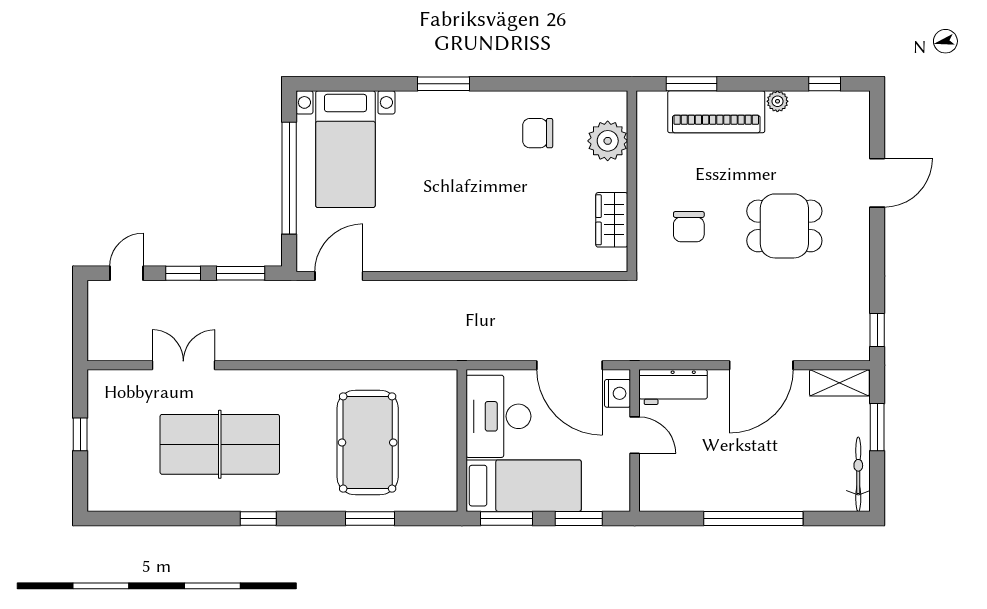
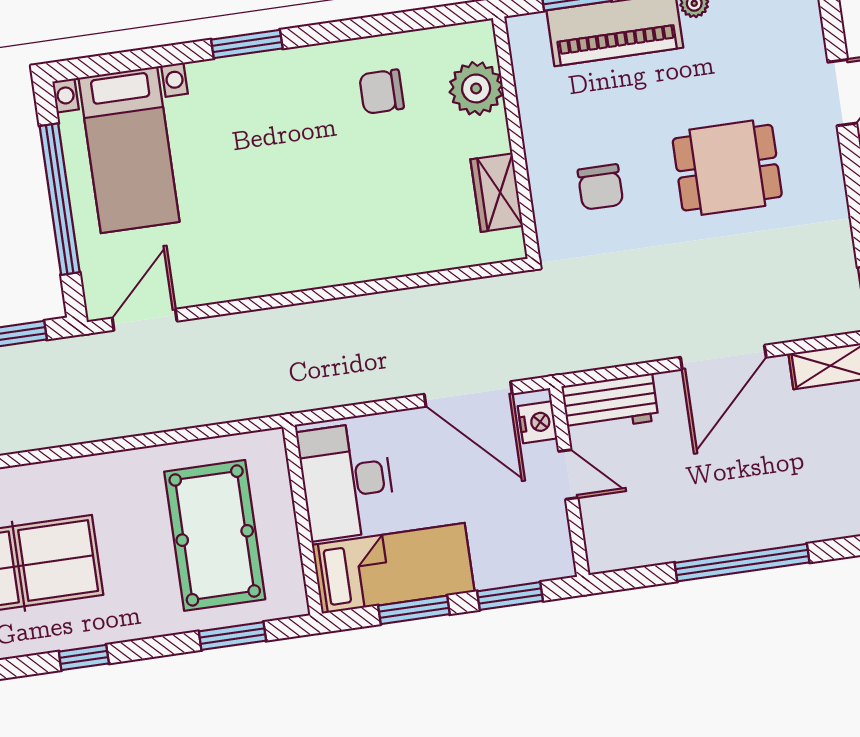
desk: (498, 416) -> (347, 481), moved
wall: (462, 440) -> (303, 520), moved
bed: (524, 486) -> (393, 568), moved

